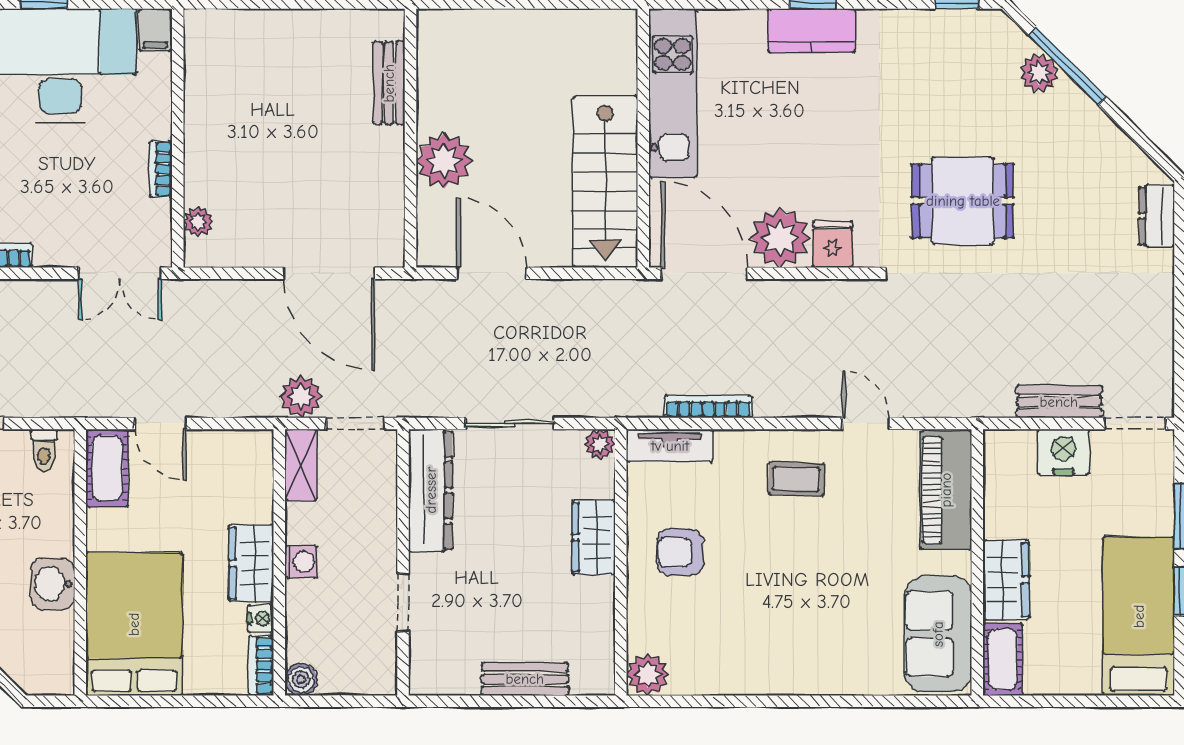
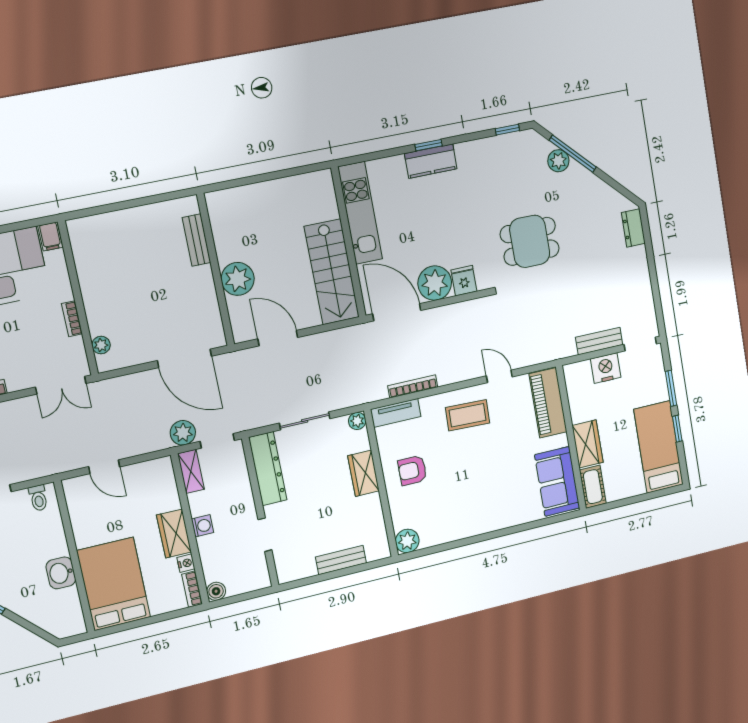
cot: (107, 468) -> (78, 500), removed
coffee table: (796, 479) -> (468, 415), width x1.36, depth x1.30

